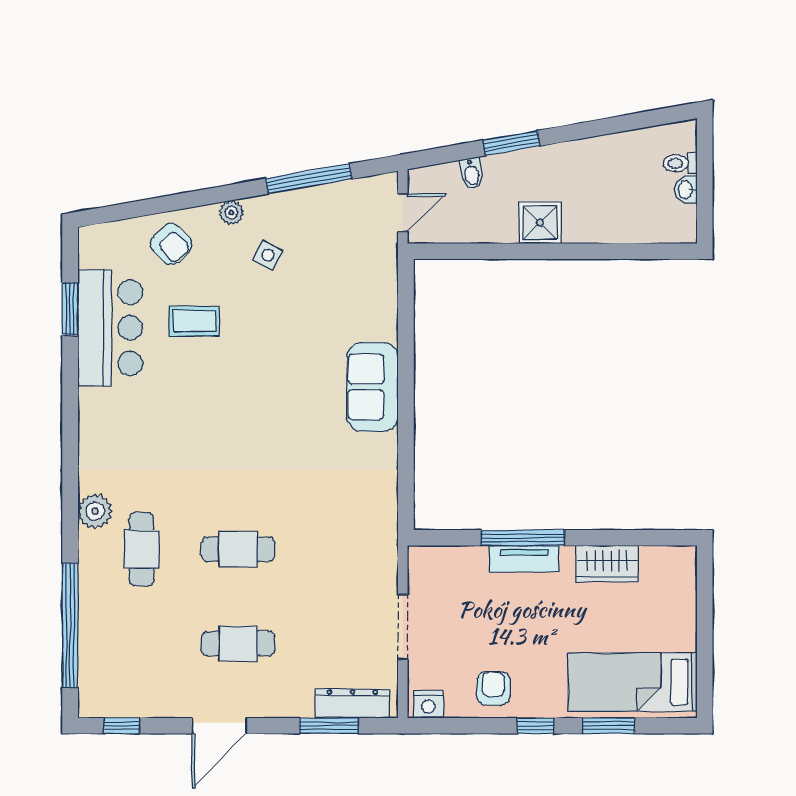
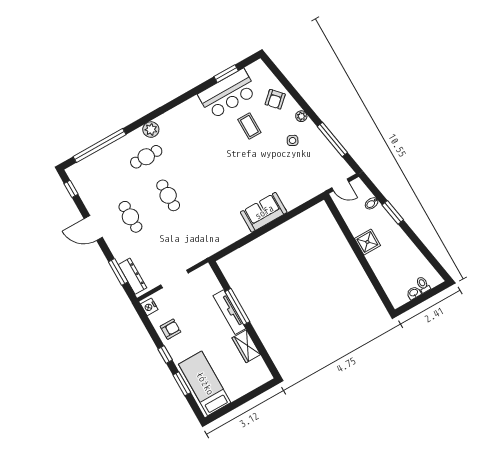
tv unit: (524, 559) -> (229, 312), width x1.41

